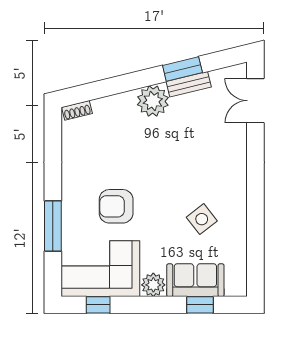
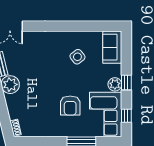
sofa: (195, 280) -> (112, 47), moved
window: (200, 305) -> (126, 82), moved

